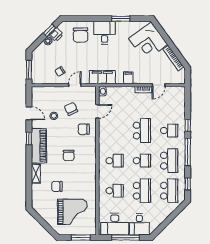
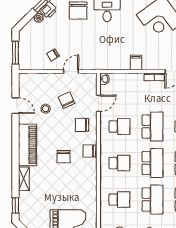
filing cabinet: (102, 77) -> (104, 62), removed
school desk: (115, 131) -> (119, 127), added
window: (29, 138) -> (15, 205), moved
school desk: (142, 161) -> (152, 163), width x1.85
chair: (57, 186) -> (89, 151), moved

